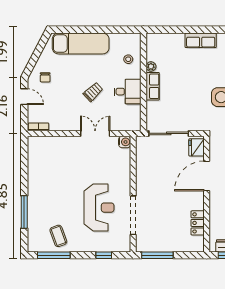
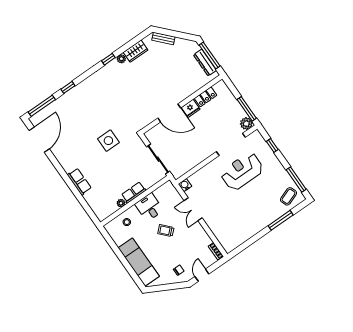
fridge: (196, 147) -> (191, 108), moved
coffee table: (58, 236) -> (289, 196), moved
plant: (143, 245) -> (246, 124), added

